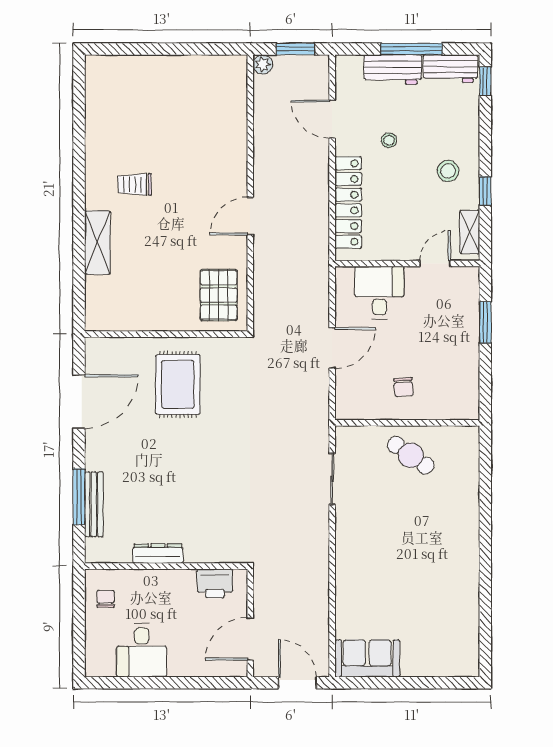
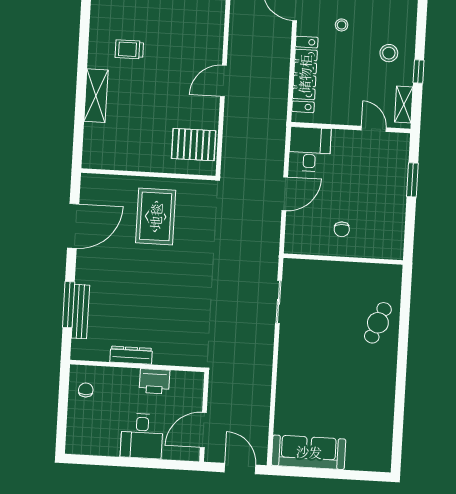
door: (435, 264) -> (374, 129), hinge flipped
desk: (379, 293) -> (310, 149), moved
pallet: (219, 295) -> (194, 145), turned 90
cafe table: (411, 455) -> (378, 323), moved, turned 76
printer: (215, 583) -> (155, 381), moved
desk: (142, 650) -> (142, 436), moved
sofa: (367, 658) -> (309, 452), width x1.36

